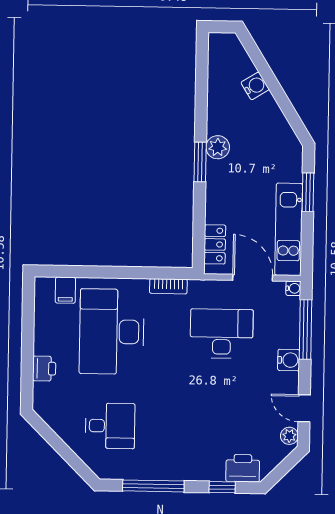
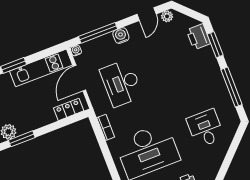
window: (222, 487) -> (215, 45), width x1.50

